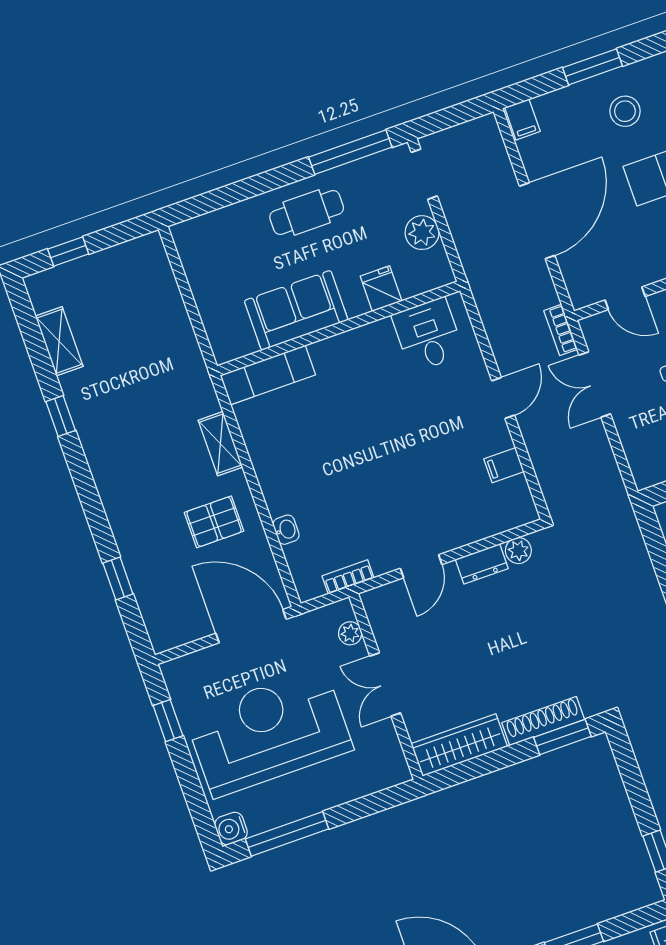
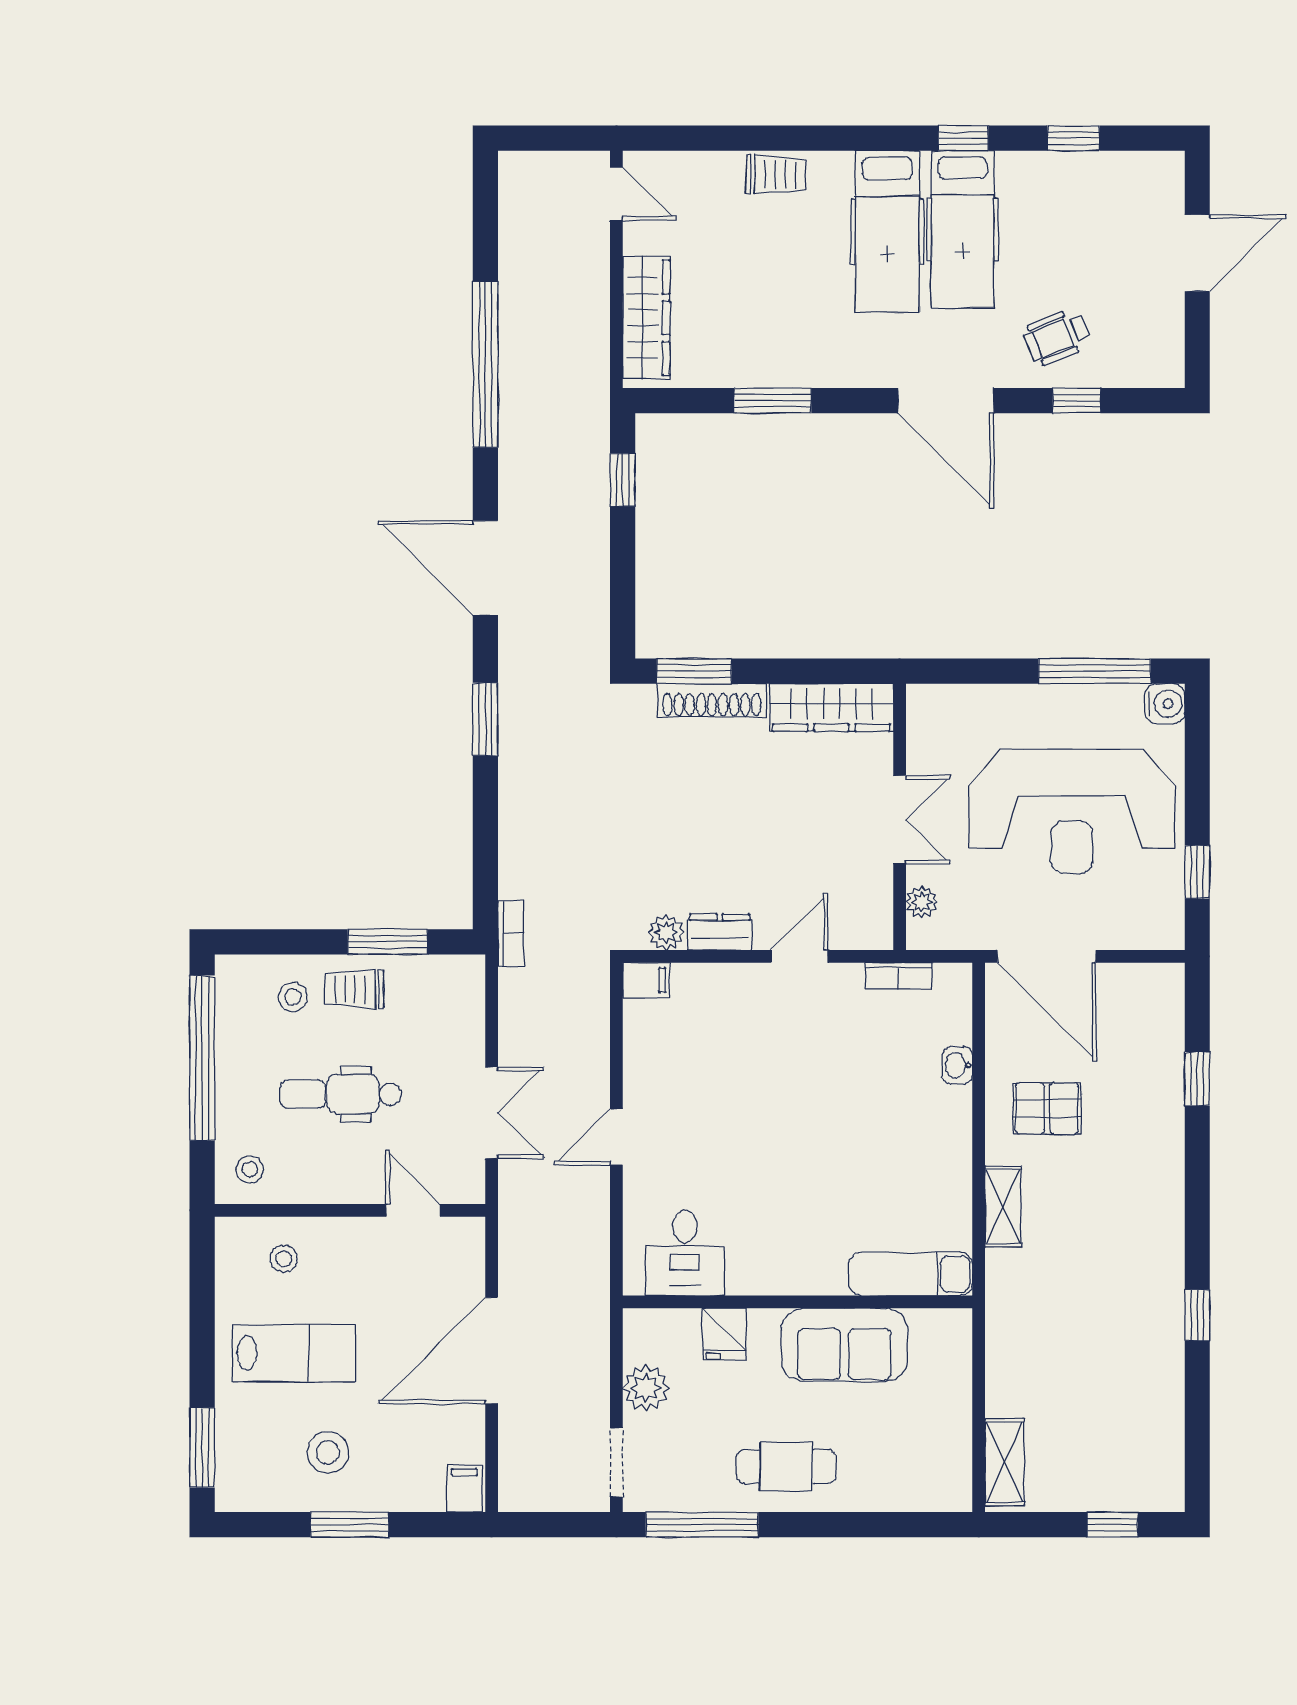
bookcase: (561, 330) -> (511, 933), moved
shelving: (59, 341) -> (1005, 1462), moved
filing cabinet: (504, 465) -> (646, 980), moved

